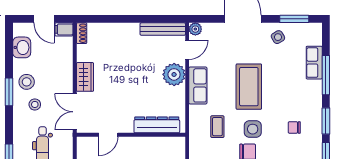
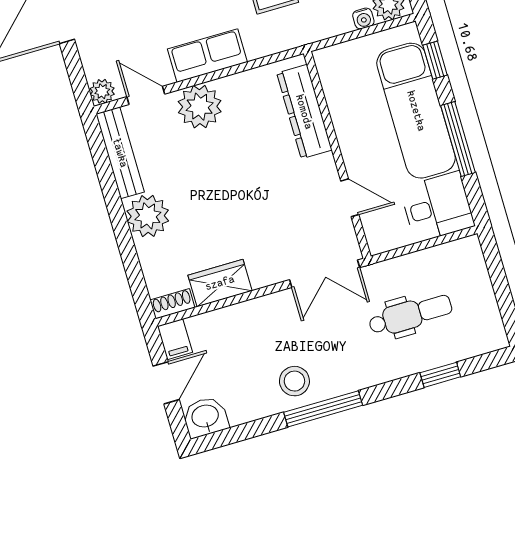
plant: (128, 34) -> (148, 216), added
washbasin: (22, 47) -> (205, 417), moved
wardrobe: (85, 77) -> (220, 283), moved
window: (9, 92) -> (323, 409), width x1.44
stool: (35, 104) -> (333, 353), removed

